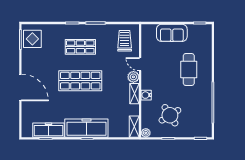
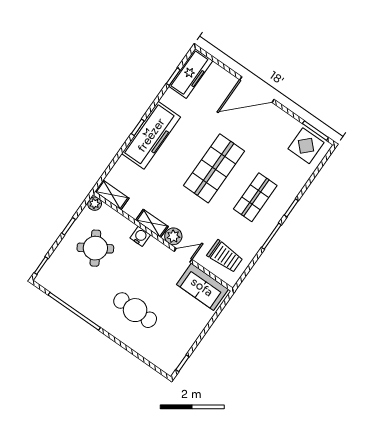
sofa: (172, 33) -> (202, 287), moved, turned -90
freezer: (48, 130) -> (191, 73), moved

